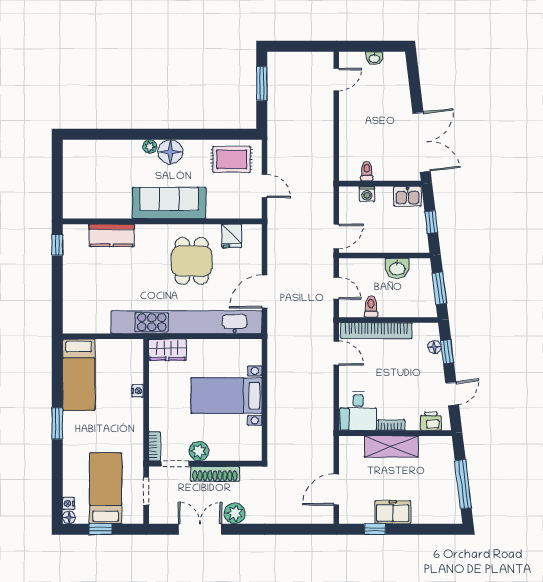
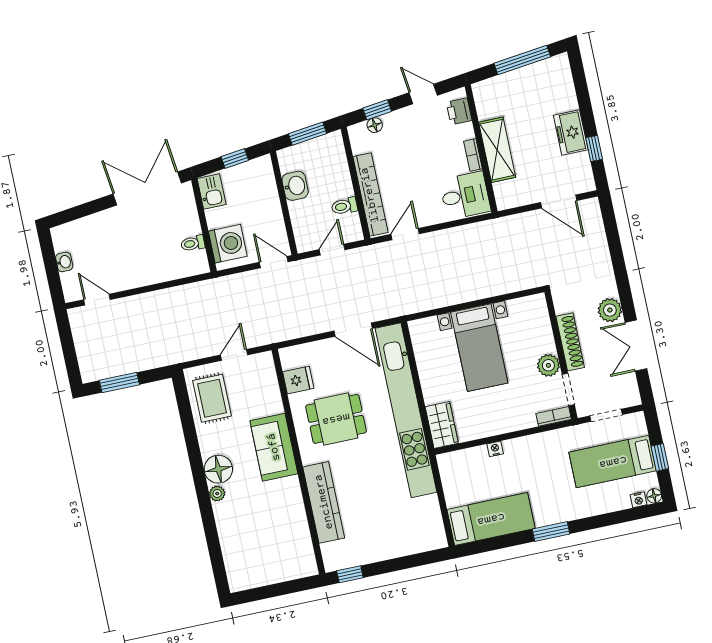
washing machine: (367, 194) -> (228, 244), width x1.89, depth x1.89
sofa: (169, 203) -> (274, 447), width x0.73
kitchen counter: (112, 235) -> (324, 502), width x1.50

